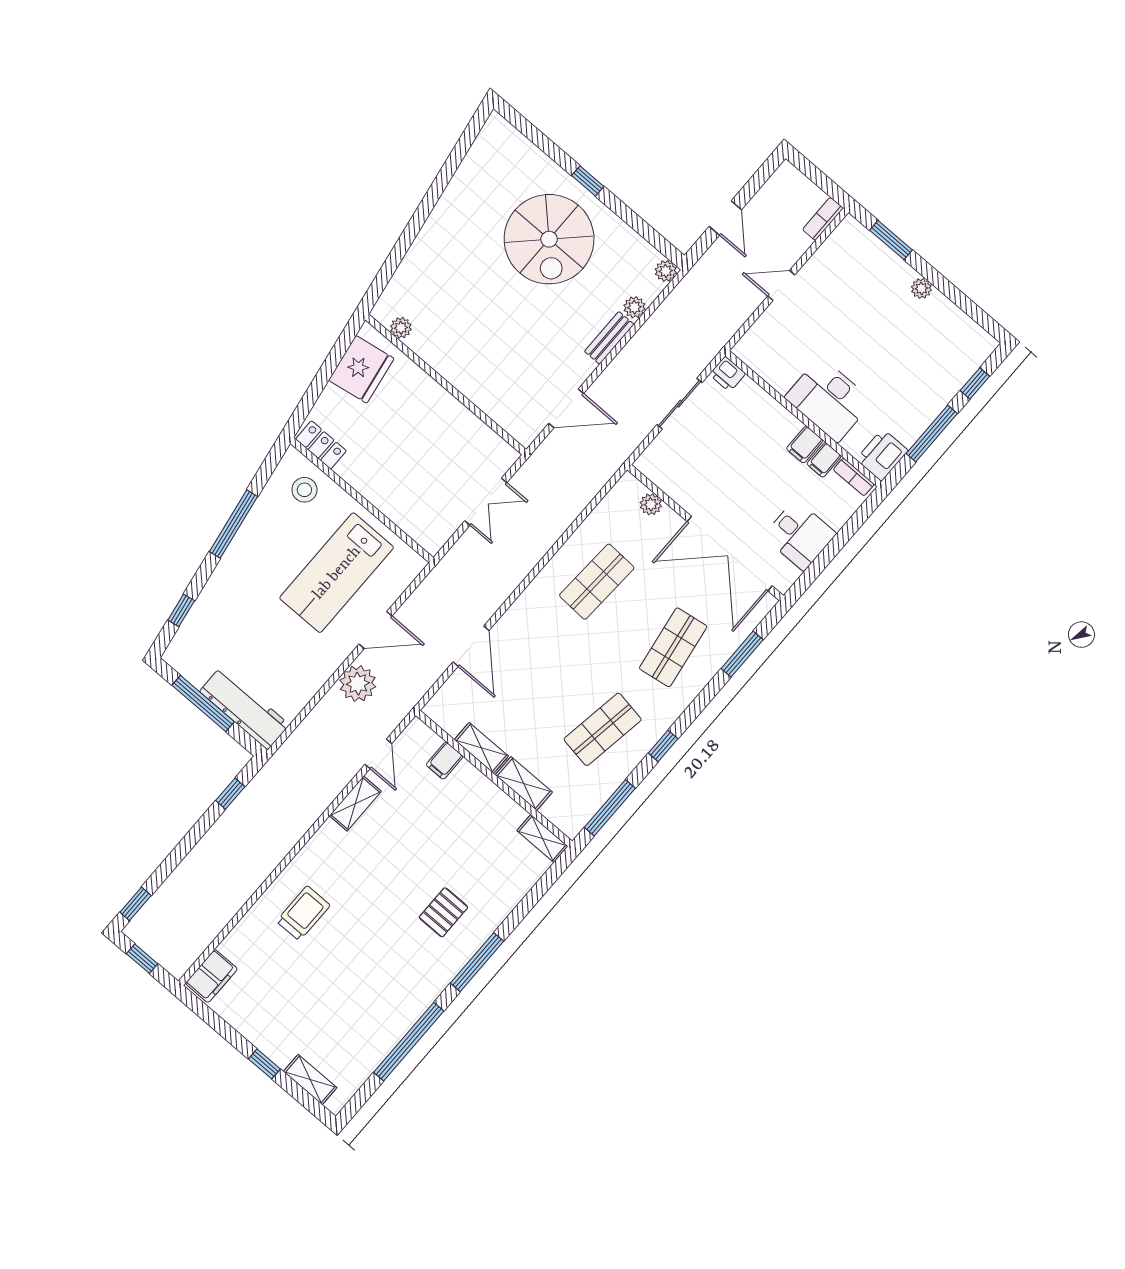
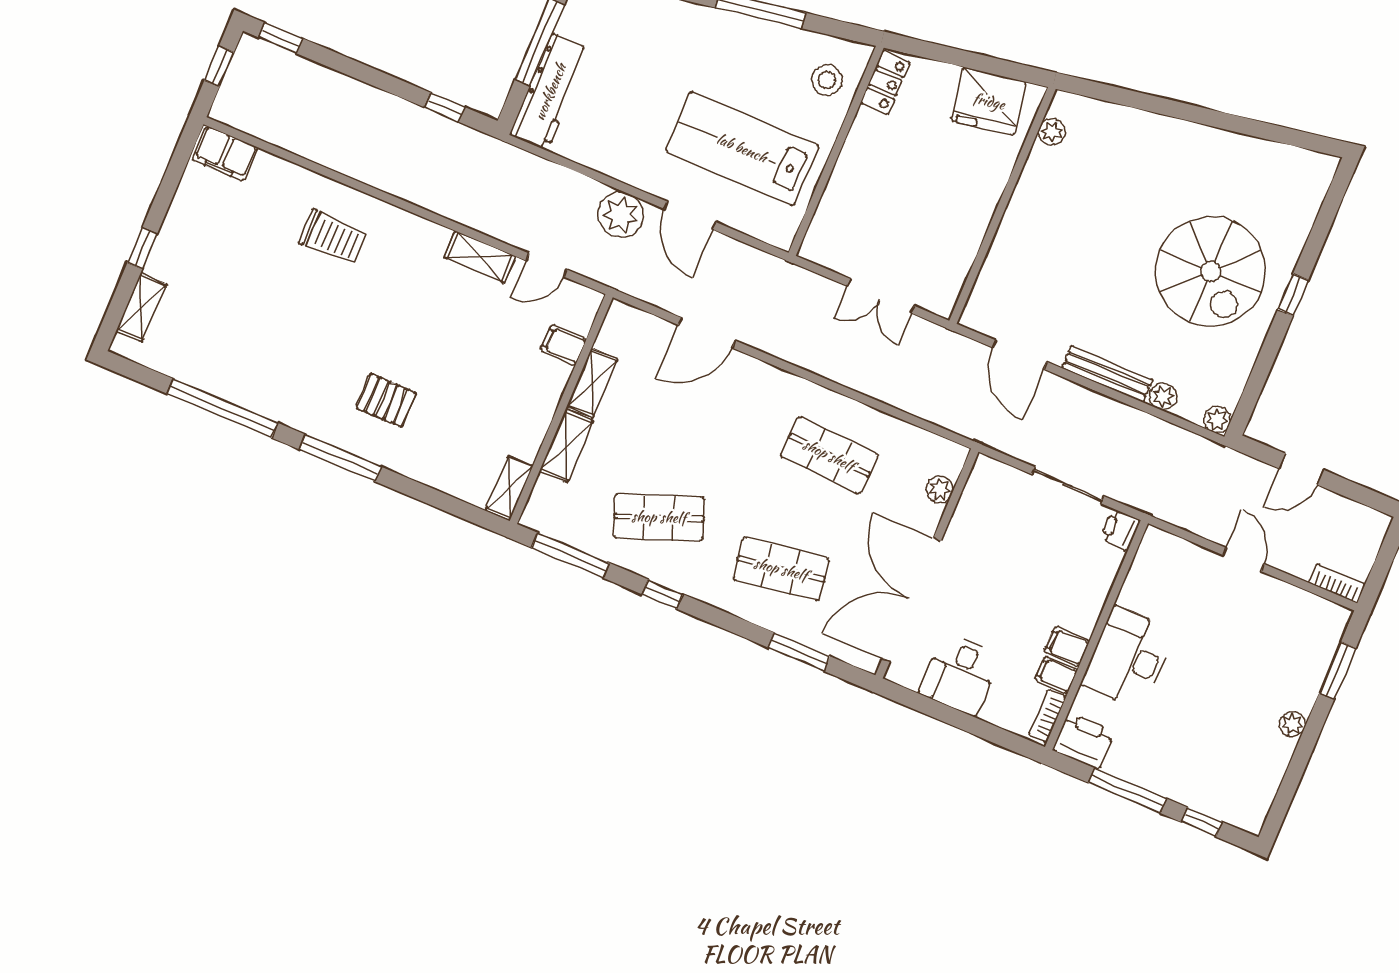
spiral stairs: (549, 239) -> (1211, 271), turned -90
bench: (609, 338) -> (1107, 374), width x1.36
shop shelf: (603, 729) -> (659, 517), turned -30

